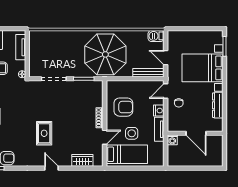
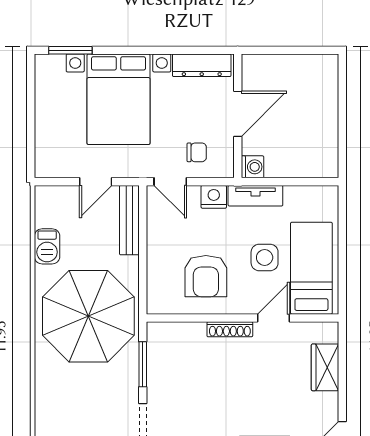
barbecue: (156, 36) -> (47, 246), moved
armchair: (123, 107) -> (206, 276), turned 180
wall: (195, 133) -> (238, 116), moved
door: (196, 133) -> (238, 114), moved
door: (105, 137) -> (273, 318), hinge flipped
washing machine: (172, 140) -> (252, 167), moved

